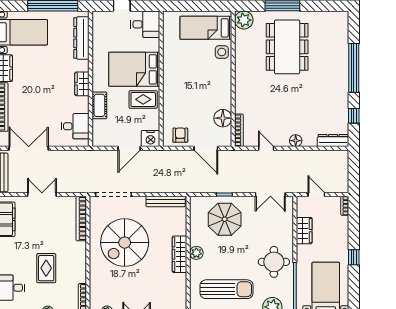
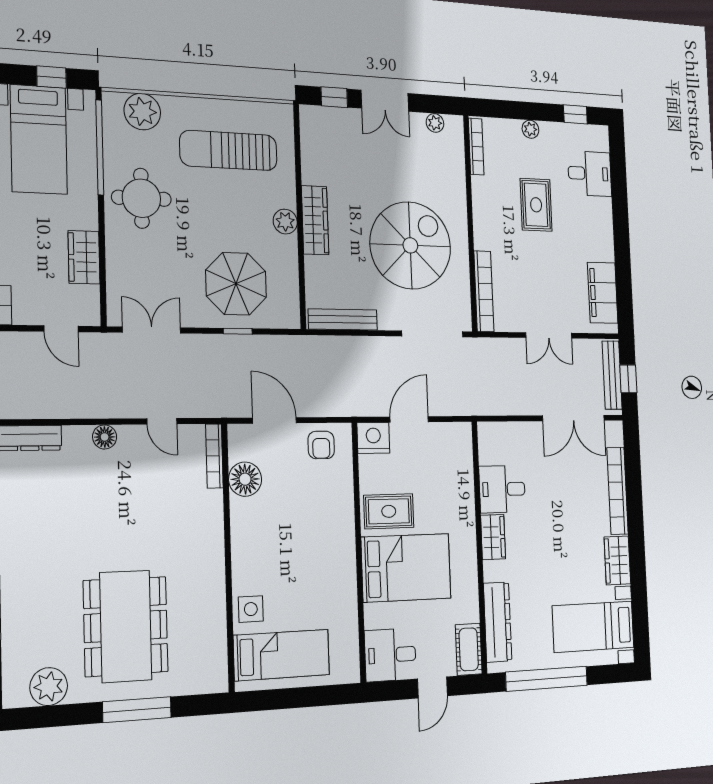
plant: (244, 20) -> (49, 687), moved
cot: (99, 105) -> (469, 649), moved
desk: (75, 126) -> (502, 489), moved

